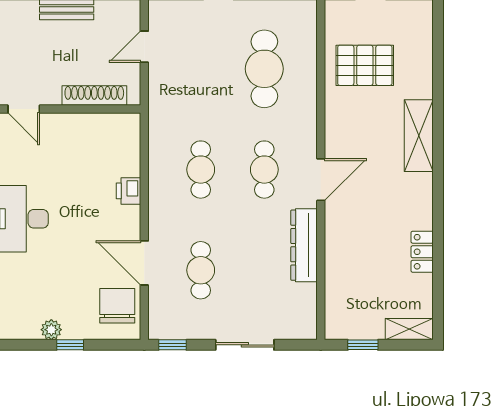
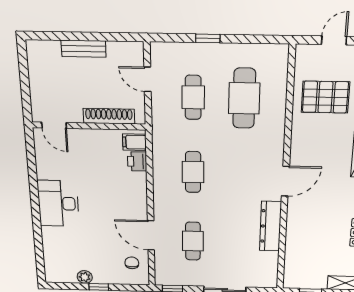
door: (144, 47) -> (148, 79), hinge flipped
filing cabinet: (126, 130) -> (134, 142), added
cafe table: (264, 170) -> (193, 97), moved
printer: (128, 191) -> (137, 161), moved
chair: (117, 306) -> (132, 263), width x0.54, depth x0.54

